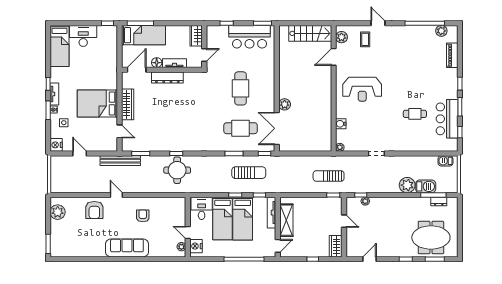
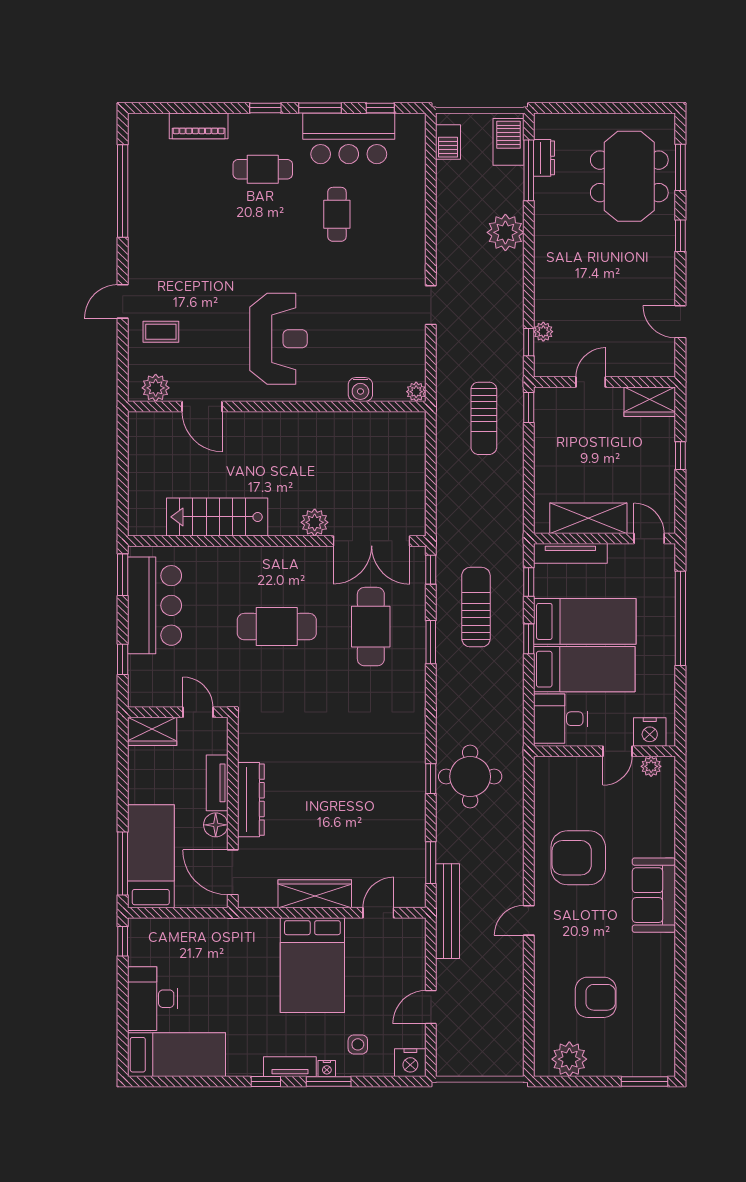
plant: (441, 31) -> (141, 151), removed
stairs: (310, 33) -> (217, 517), moved, turned -90
cafe table: (434, 82) -> (263, 169), added
barbecue: (426, 186) -> (508, 142), moved
armchair: (94, 210) -> (596, 997), moved
armchair: (143, 216) -> (578, 858), width x1.88, depth x1.88
sofa: (127, 248) -> (654, 895), width x0.73

